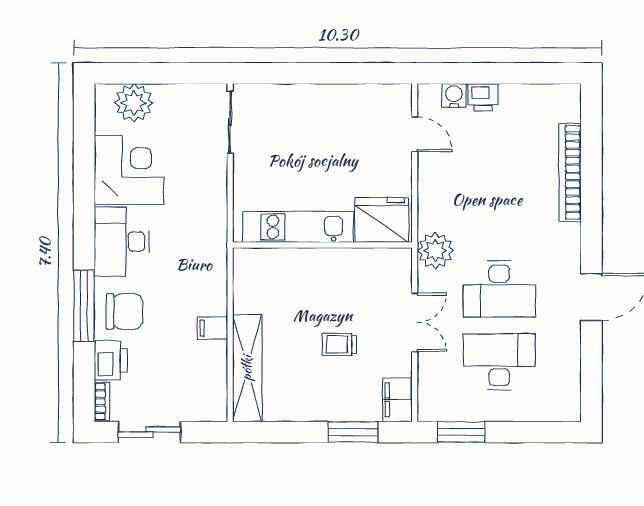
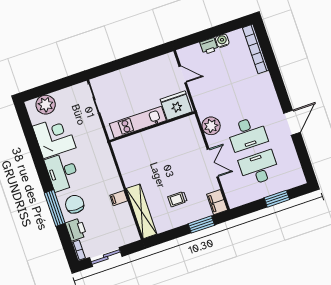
water cooler: (454, 96) -> (222, 41), moved
bookcase: (570, 173) -> (256, 49), moved
fridge: (382, 220) -> (176, 106), moved
kitchen unit: (298, 227) -> (138, 122), moved
wall: (322, 245) -> (152, 127), moved
chair: (124, 312) -> (75, 204), turned -90
trolley: (339, 344) -> (177, 199), moved
window: (461, 432) -> (277, 199), moved

